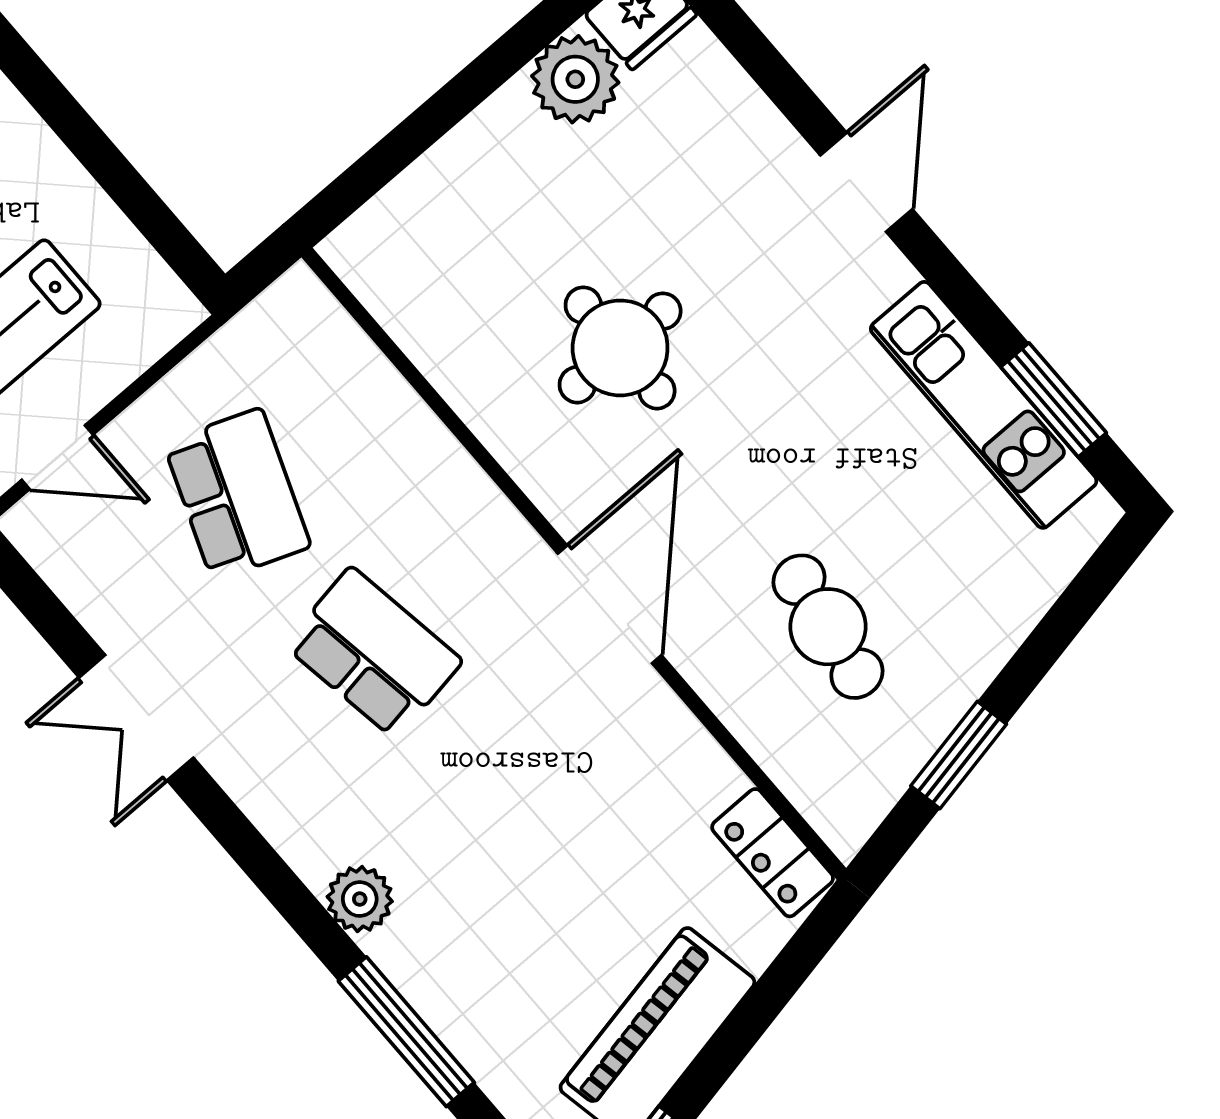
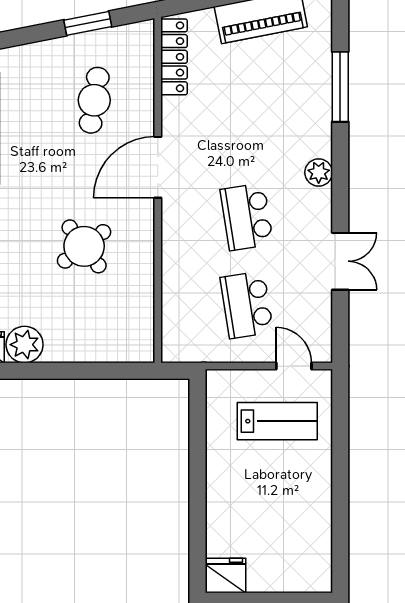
round table: (620, 348) -> (84, 246), turned -37
school desk: (237, 495) -> (247, 305), turned -30
locker: (773, 853) -> (174, 57), width x1.53
plant: (360, 899) -> (319, 172), moved

